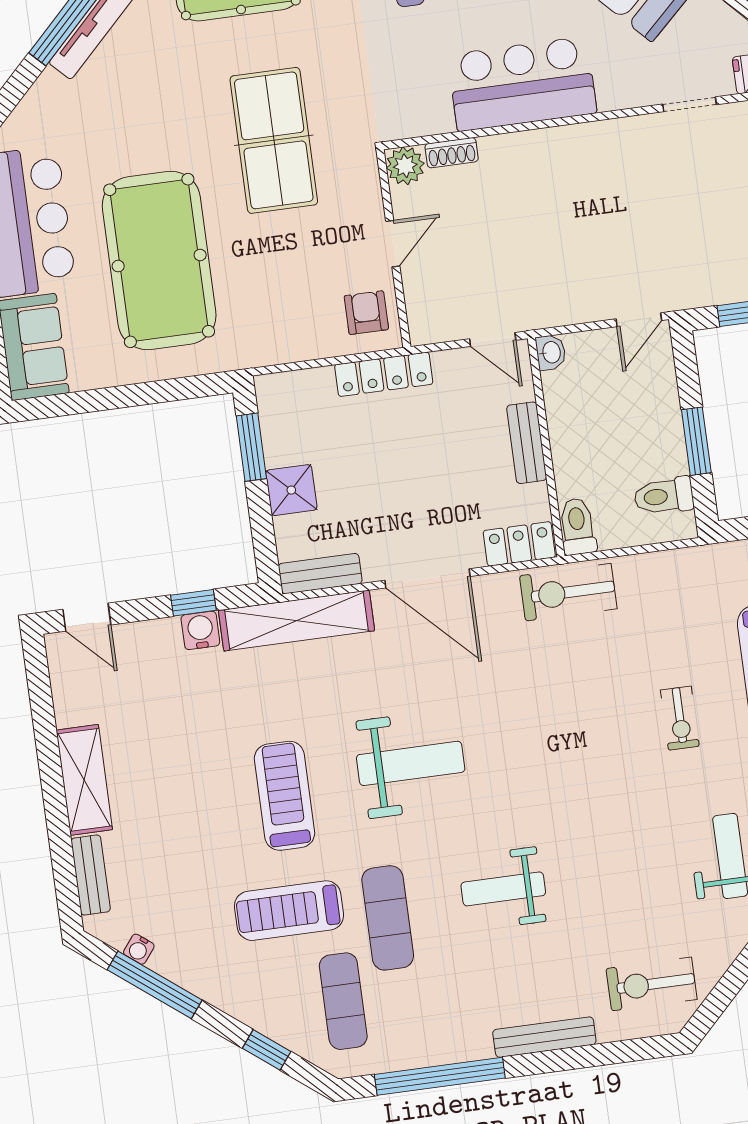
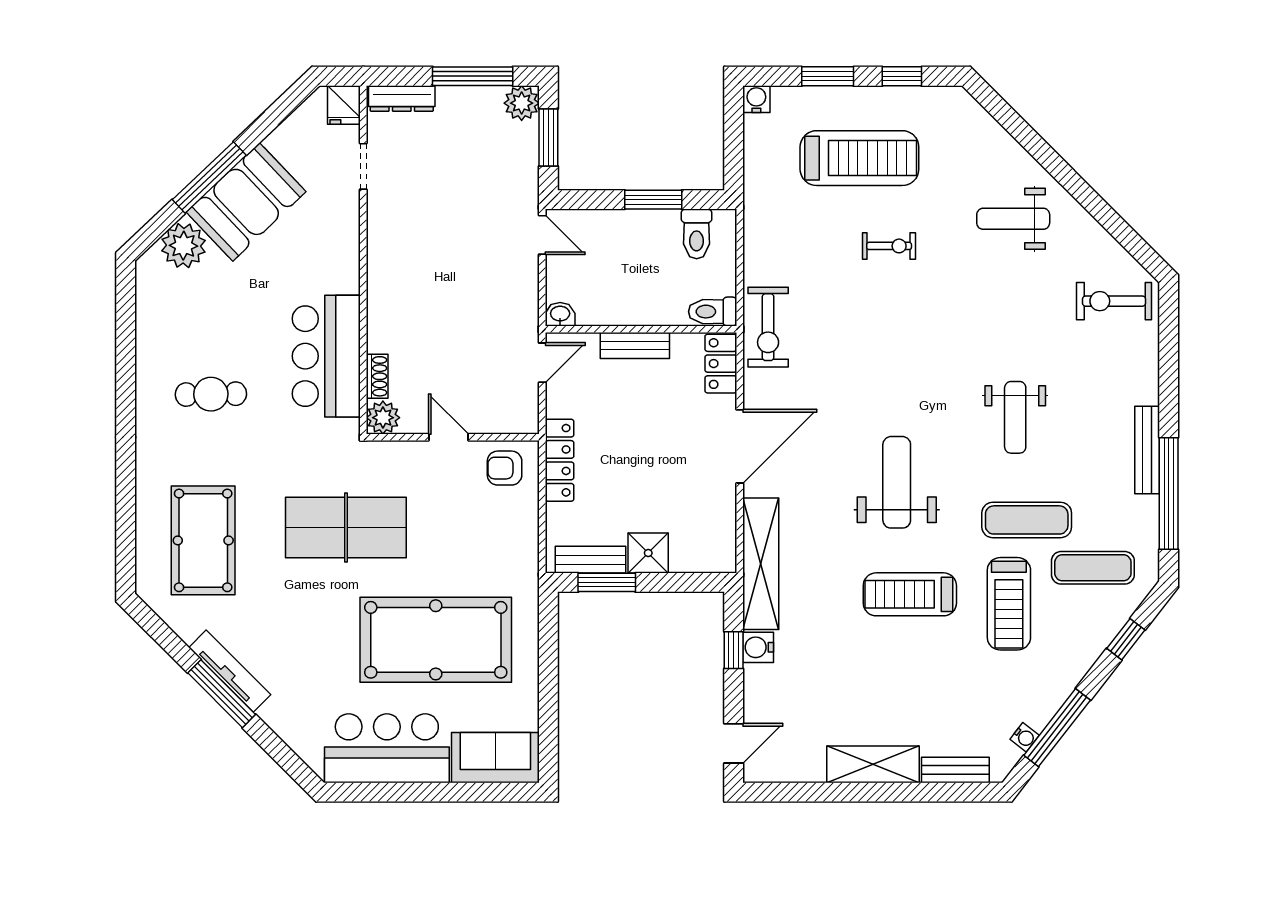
bar counter: (522, 84) -> (326, 356), moved
bench: (320, 574) -> (591, 560), moved, turned 90
exercise bike: (652, 984) -> (1114, 301), turned 90
bench: (544, 1037) -> (1147, 450), moved

